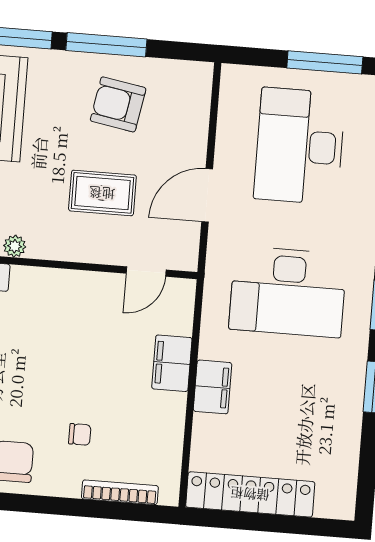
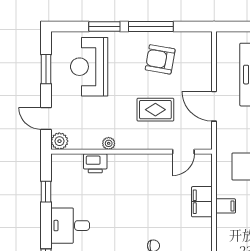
door: (207, 195) -> (214, 106), hinge flipped
filing cabinet: (213, 387) -> (226, 206), width x0.50

